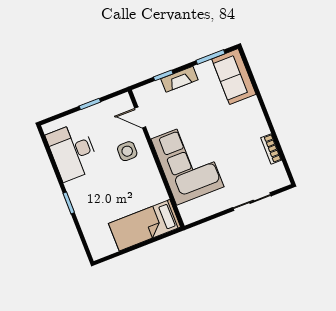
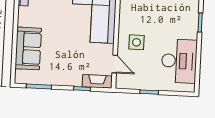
sofa: (234, 77) -> (28, 48), moved
fireplace: (179, 79) -> (97, 81), moved

